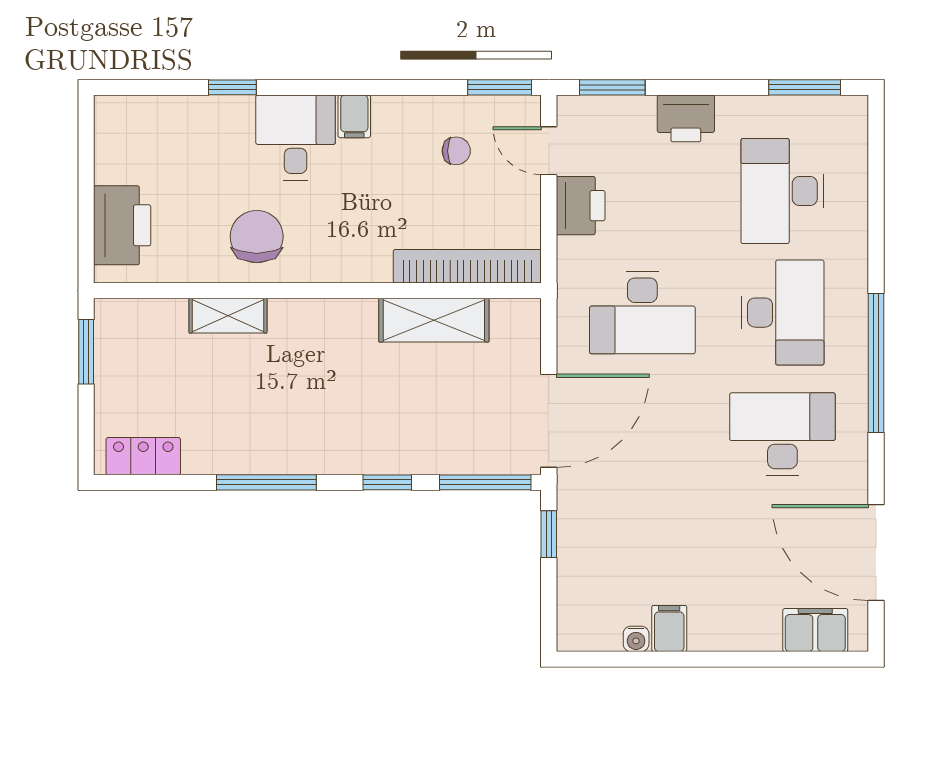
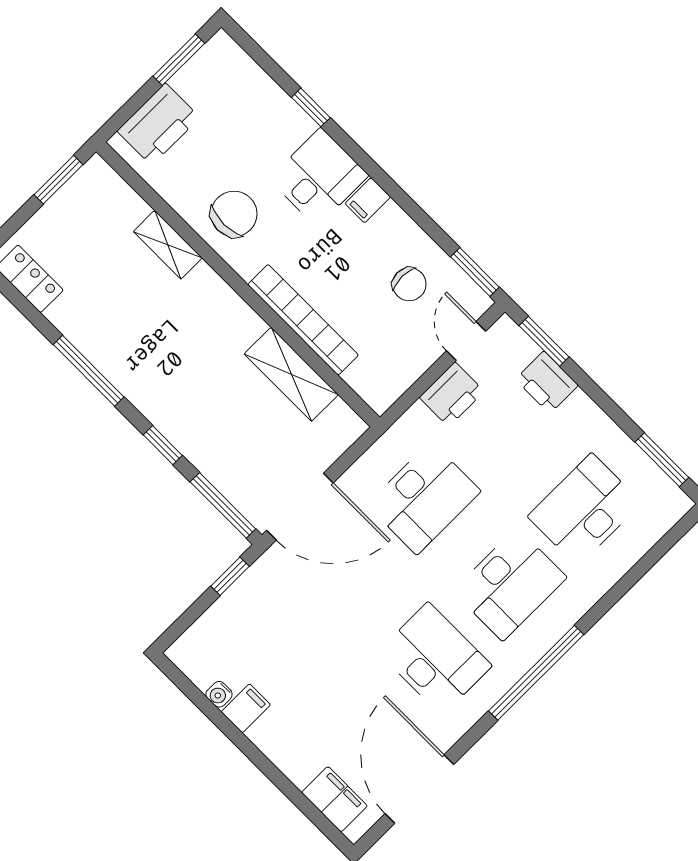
printer: (686, 118) -> (547, 382), moved
chair: (456, 151) -> (409, 284), width x1.37, depth x1.37
window: (86, 156) -> (179, 60), added
bookcase: (467, 266) -> (303, 320), moved
desk: (642, 313) -> (424, 498), turned -90

